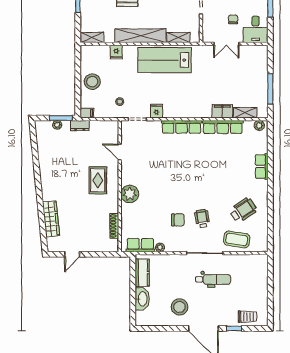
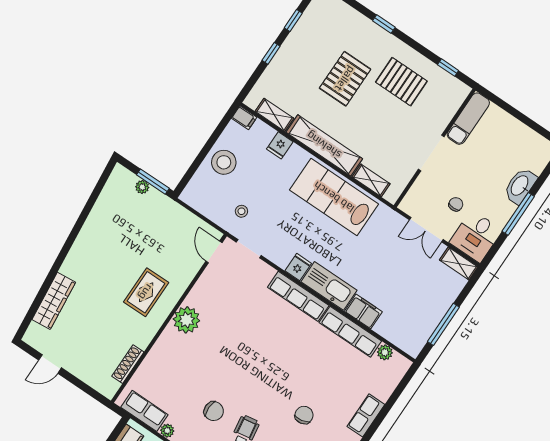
shelving: (92, 37) -> (274, 115), moved
kitchen sink: (194, 110) -> (329, 286), added
fridge: (157, 111) -> (298, 267), moved
filing cabinet: (87, 113) -> (244, 118), moved
shelving: (245, 113) -> (459, 263), moved
plant: (259, 125) -> (385, 352), moved
dresser: (80, 126) -> (170, 207), removed
door: (120, 152) -> (214, 252), moved
chair: (228, 189) -> (304, 415), added
plant: (130, 194) -> (186, 320), moved

